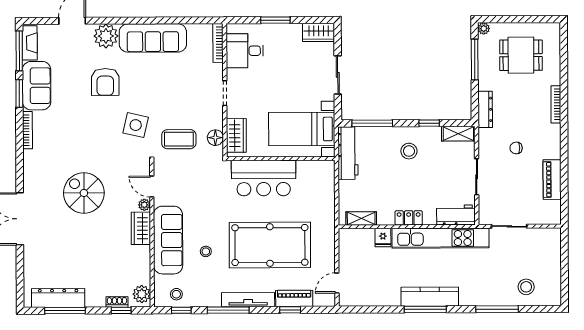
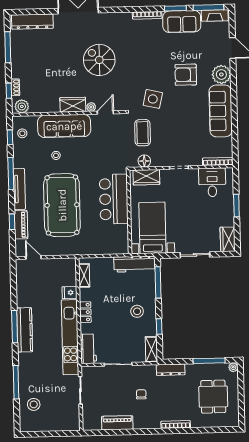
spiral stairs: (84, 193) -> (99, 60), turned -90
dresser: (58, 298) -> (32, 22), moved, turned 90

